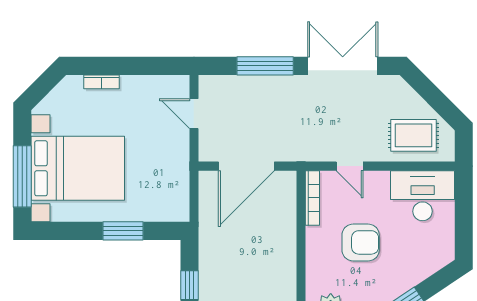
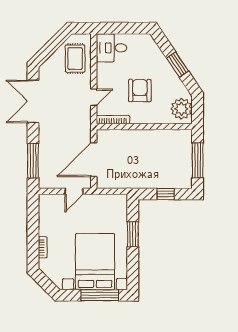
window: (265, 66) -> (33, 161), moved
door: (194, 114) -> (74, 191), moved
door: (246, 166) -> (94, 160), swing flipped
desk: (423, 196) -> (112, 48), width x0.73

